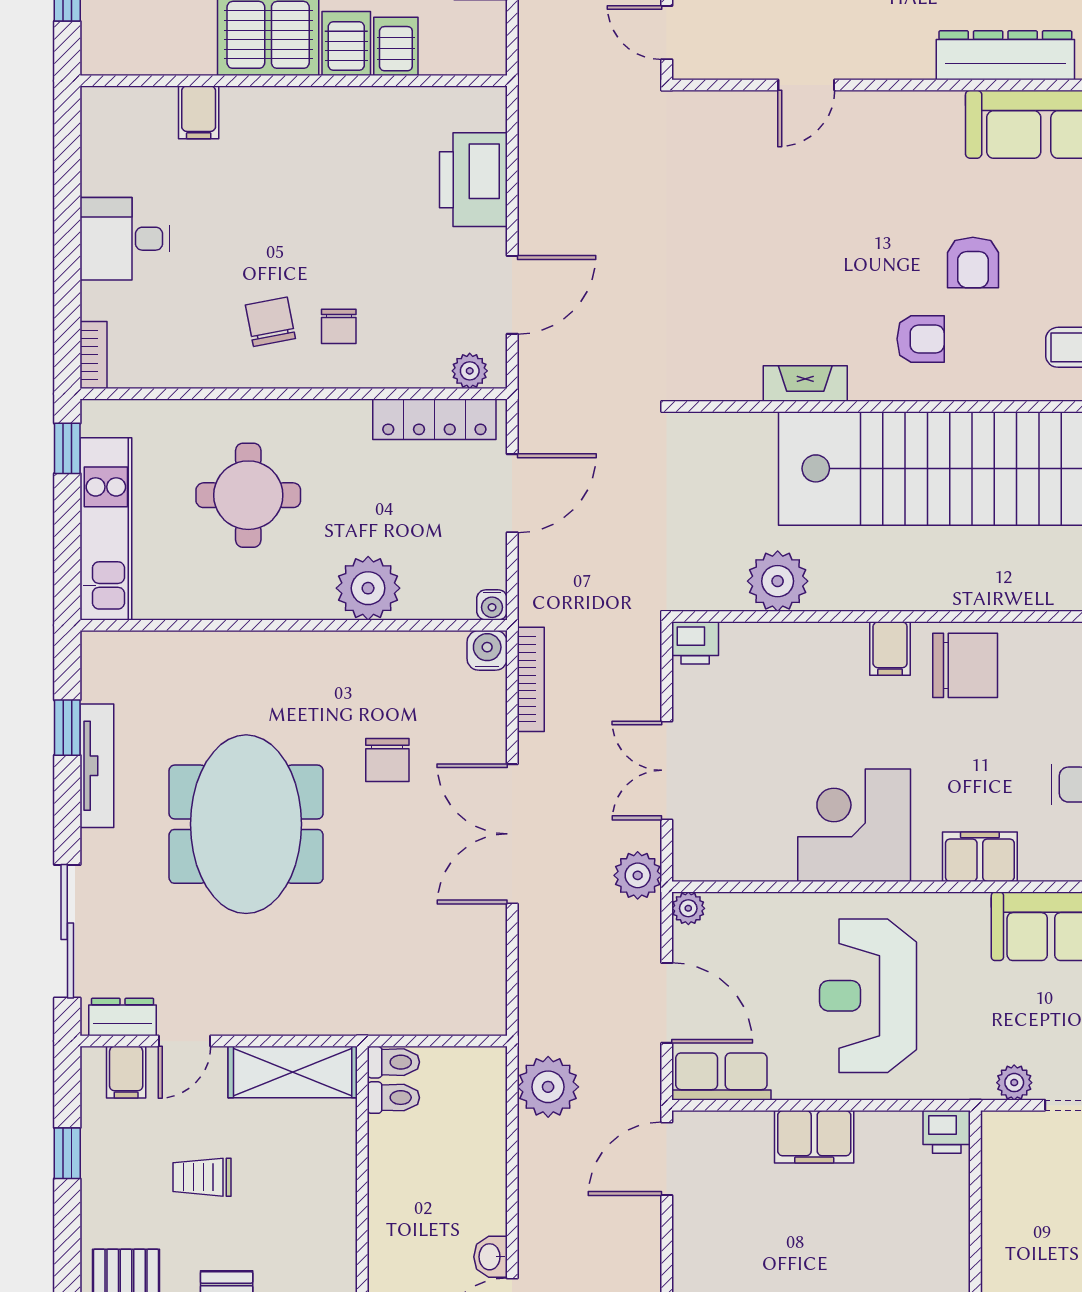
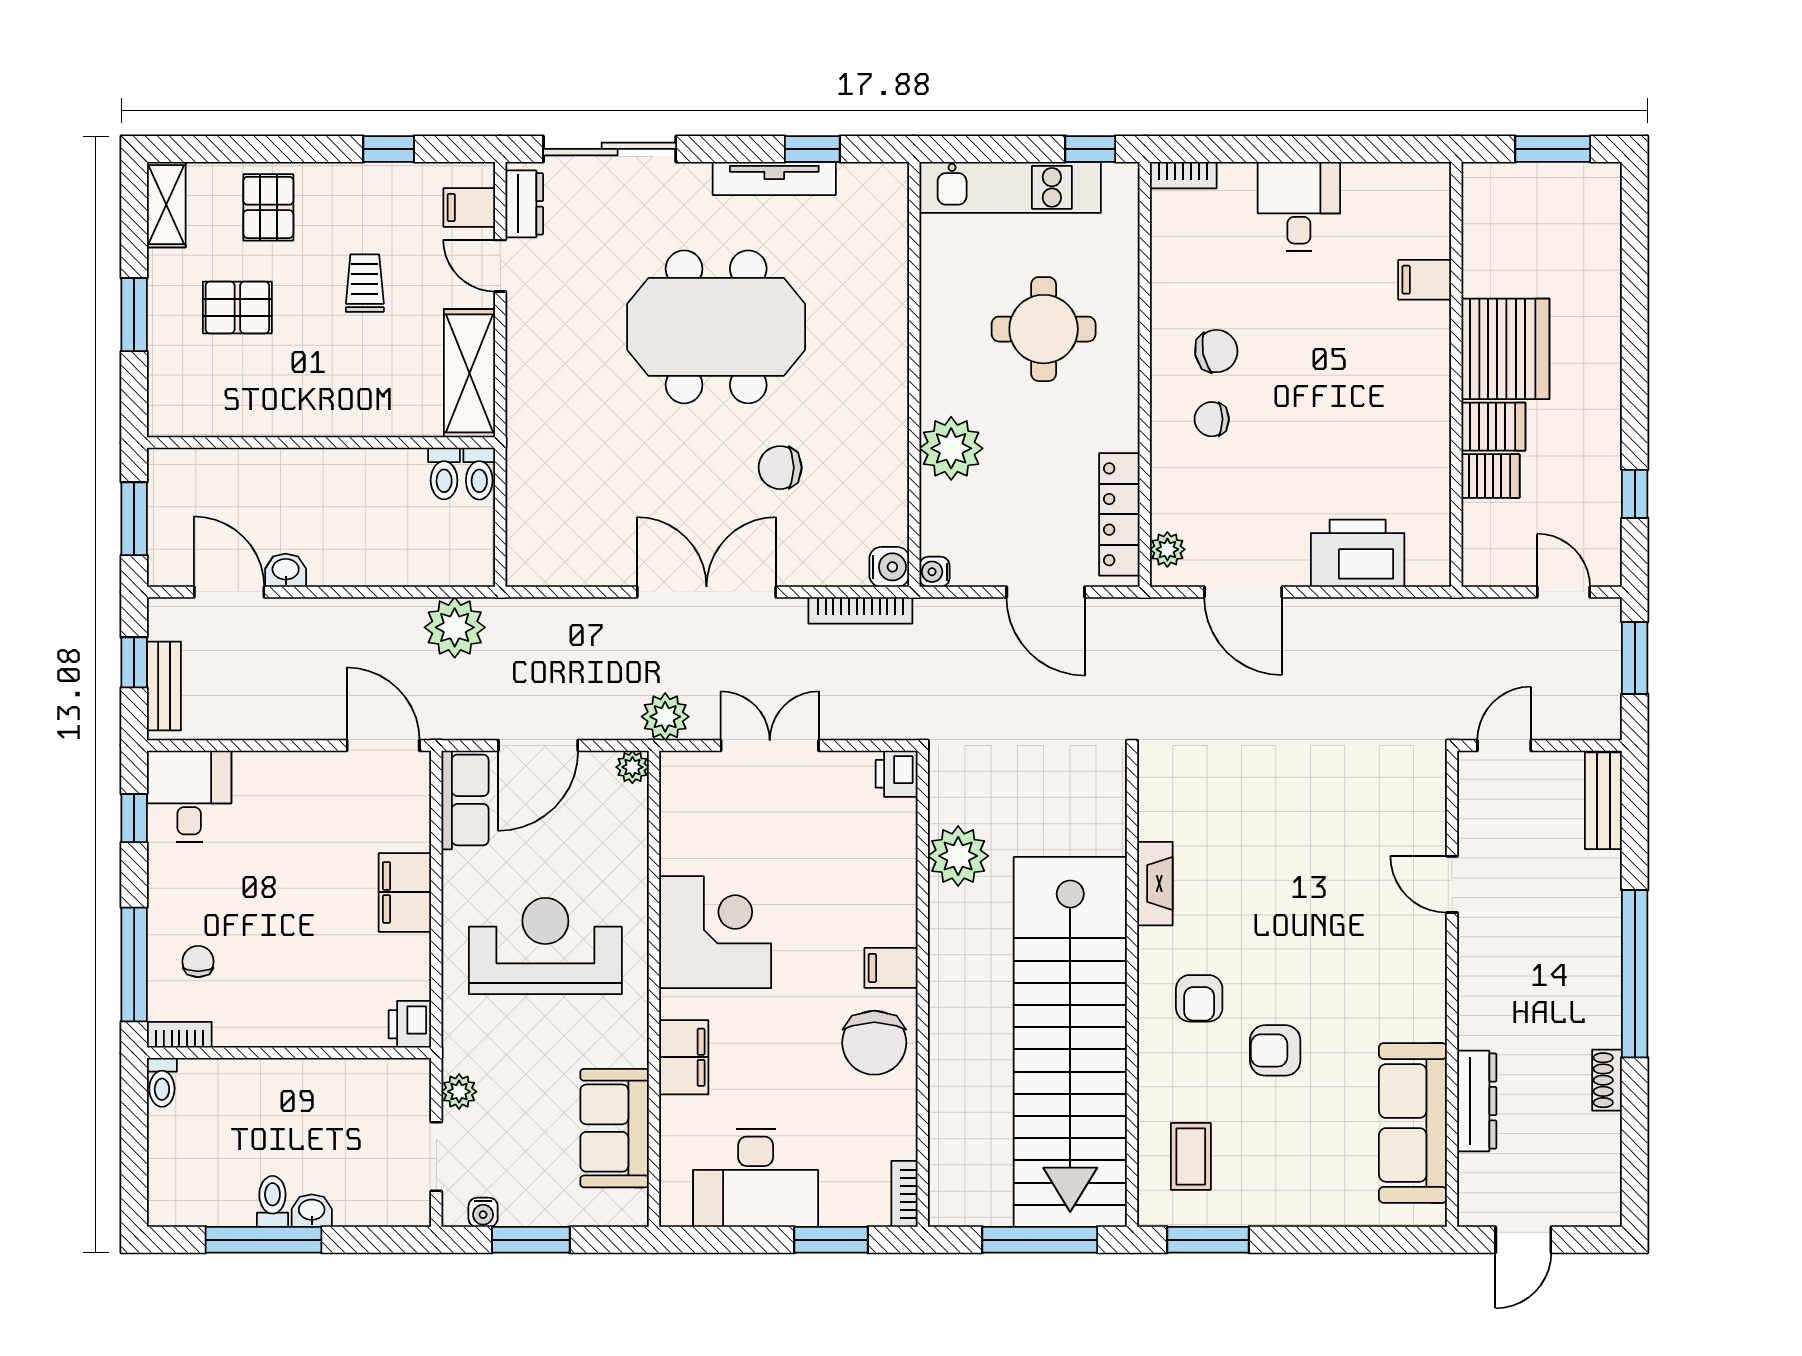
dresser: (1005, 55) -> (1477, 1101), width x0.73, depth x0.80

